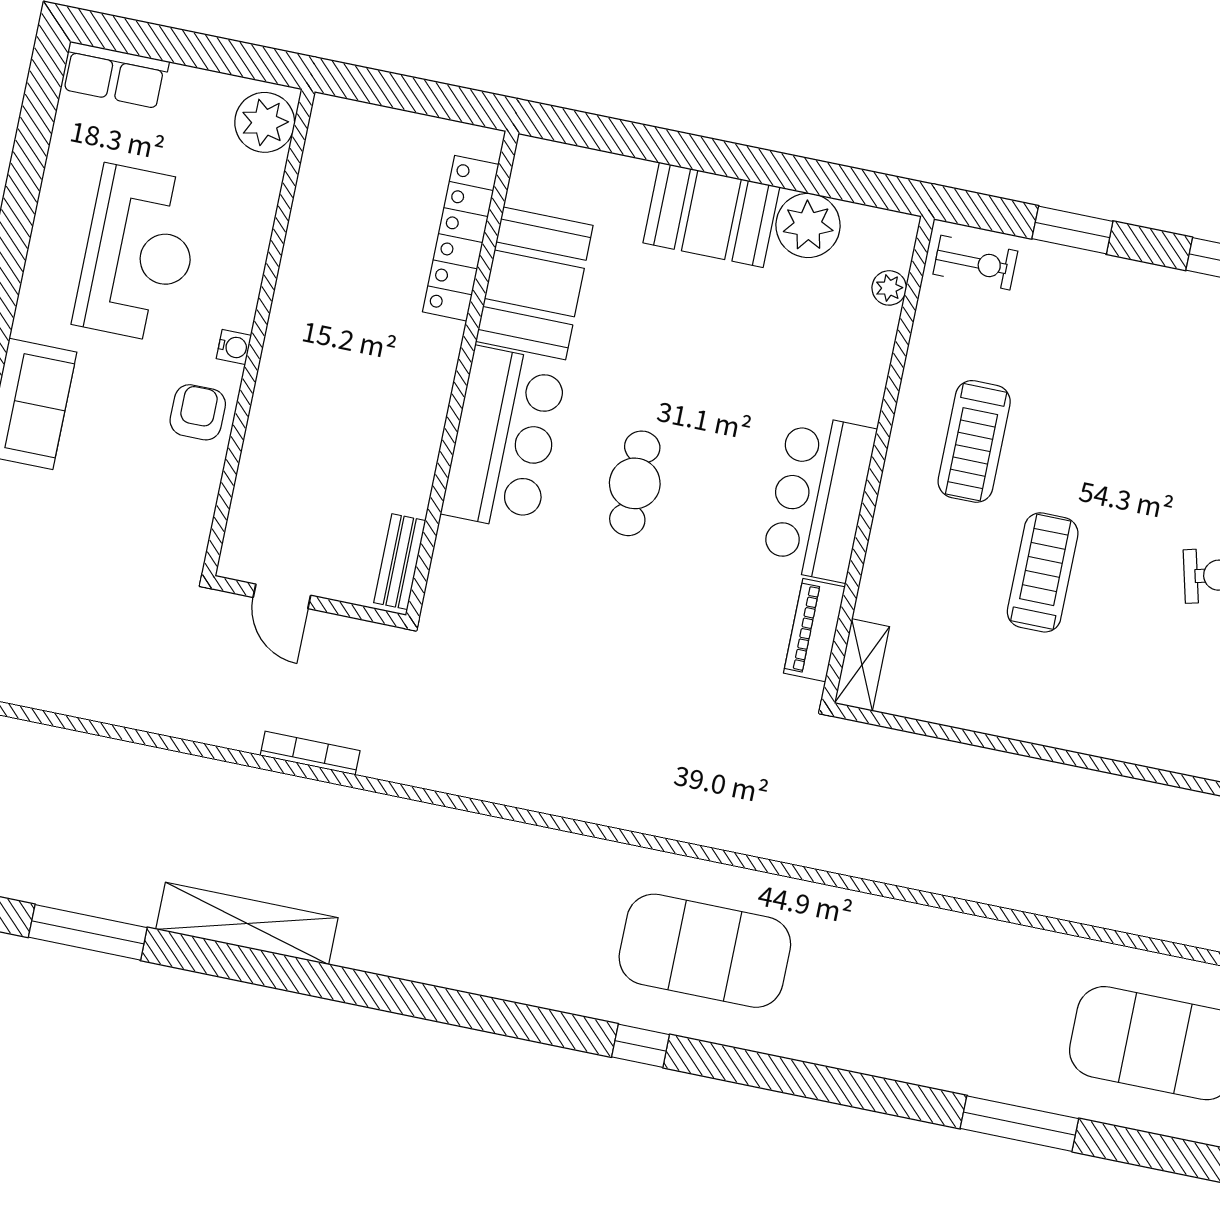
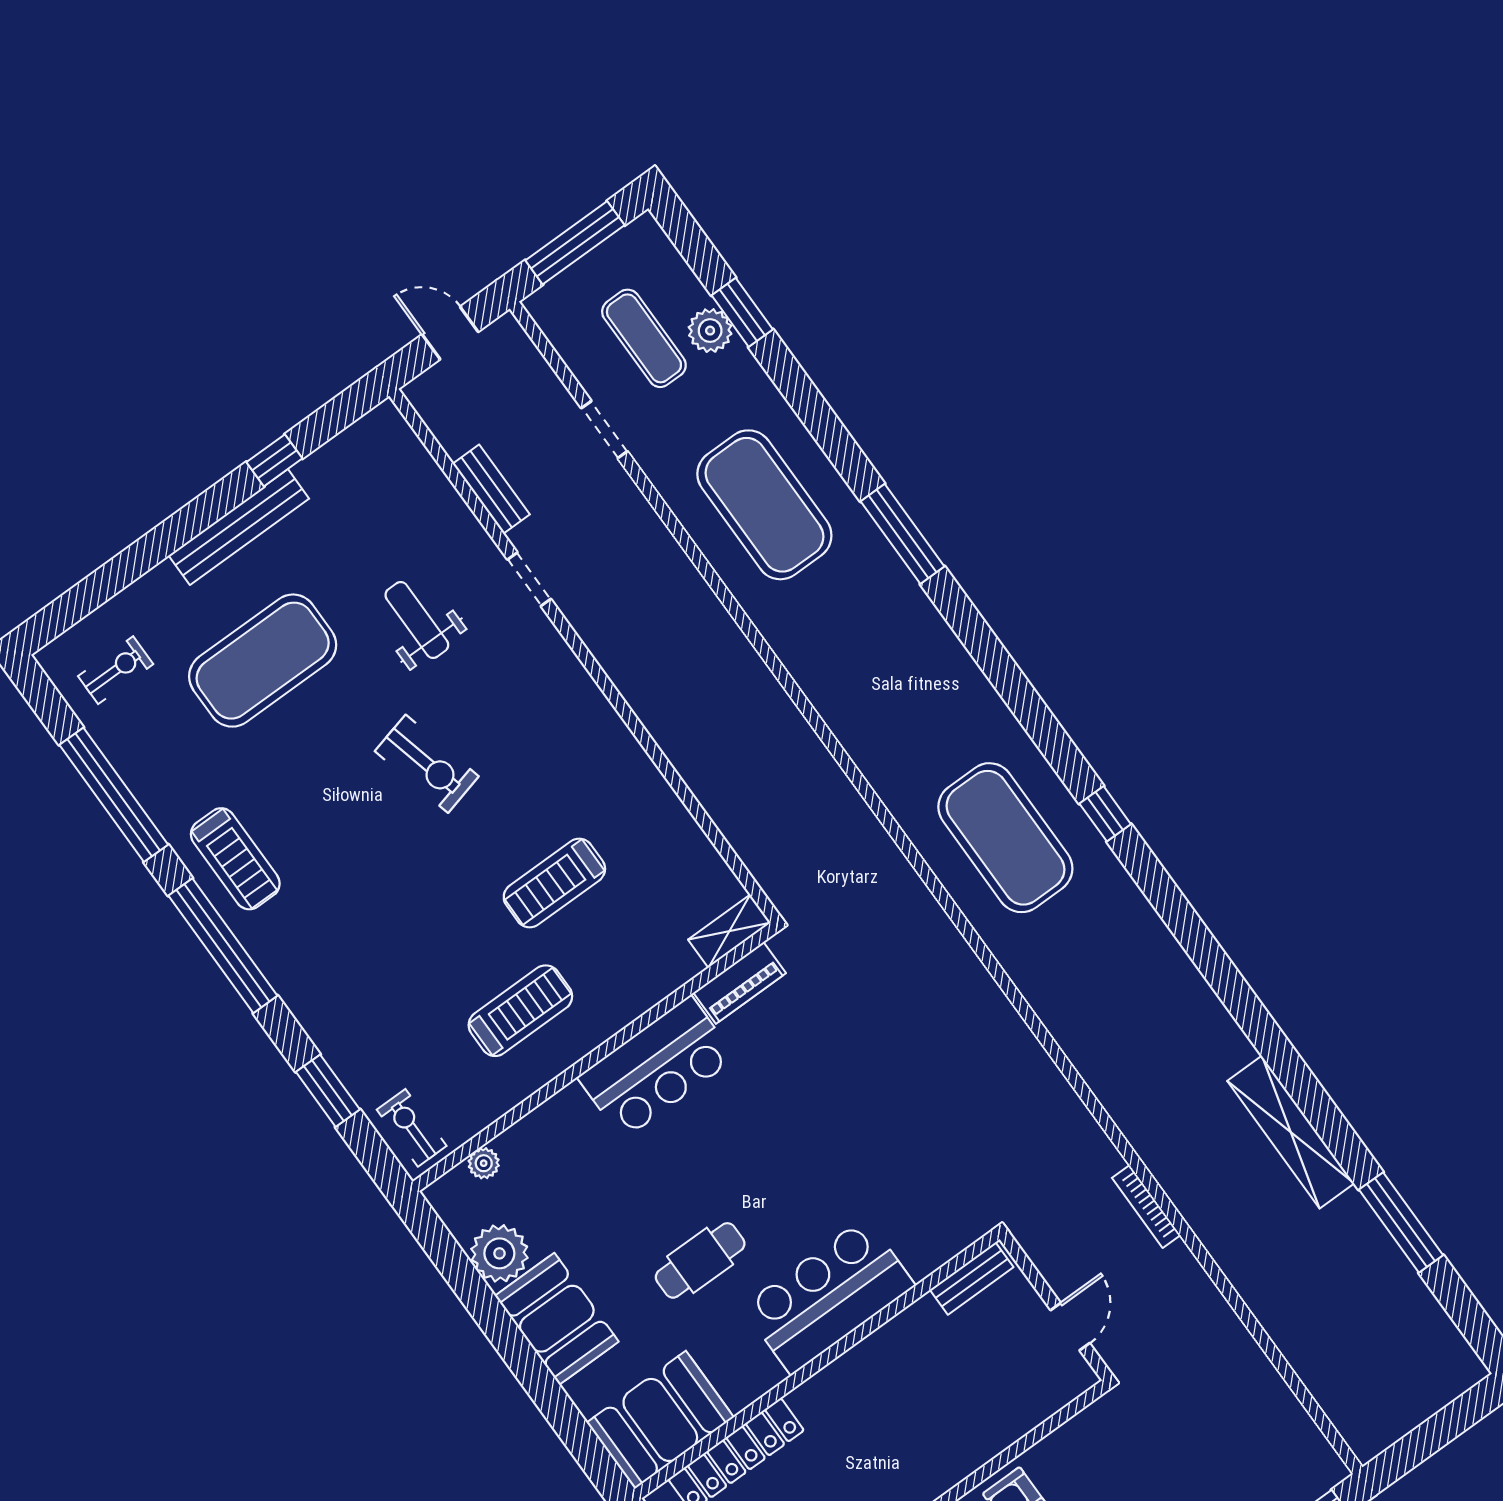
booth: (534, 283) -> (660, 1420), moved
cafe table: (635, 483) -> (700, 1260), moved

